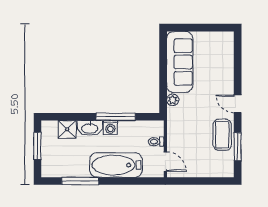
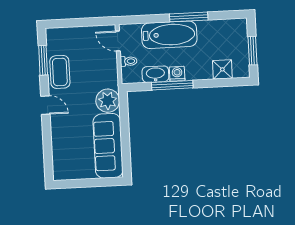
plant: (173, 100) -> (108, 101), width x1.88, depth x1.88
washbasin: (90, 128) -> (155, 74), moved
window: (80, 181) -> (189, 17), moved

